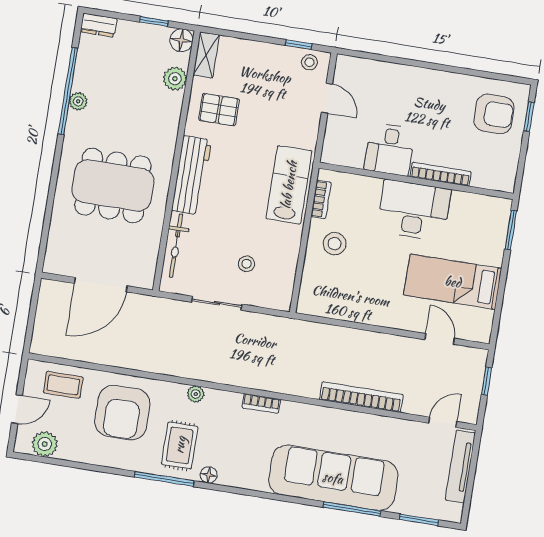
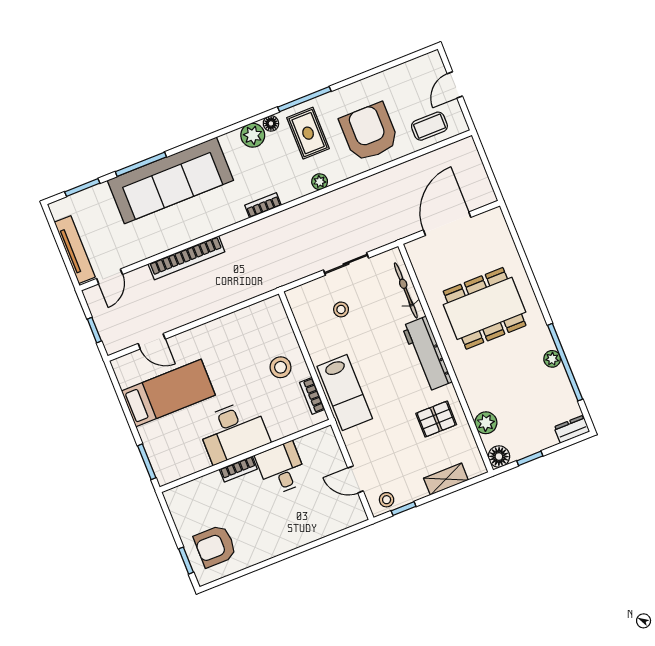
shelving: (206, 55) -> (446, 479), moved, turned 90
bookcase: (441, 174) -> (238, 469), width x0.64
plant: (45, 444) -> (253, 135), moved

